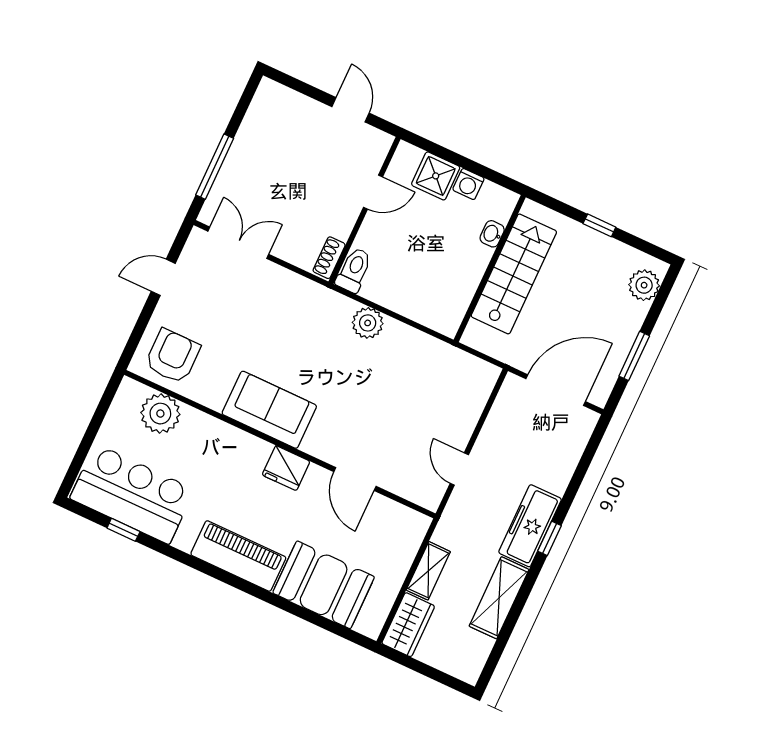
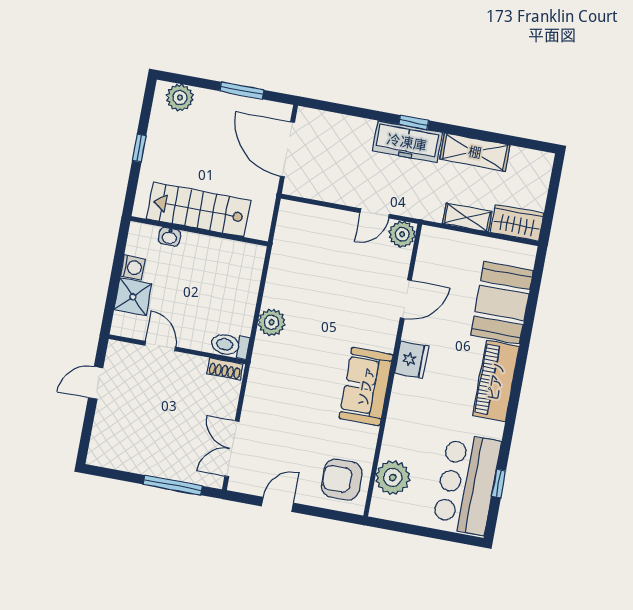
door: (163, 277) -> (277, 504), swing flipped
plant: (428, 493) -> (402, 234), added

